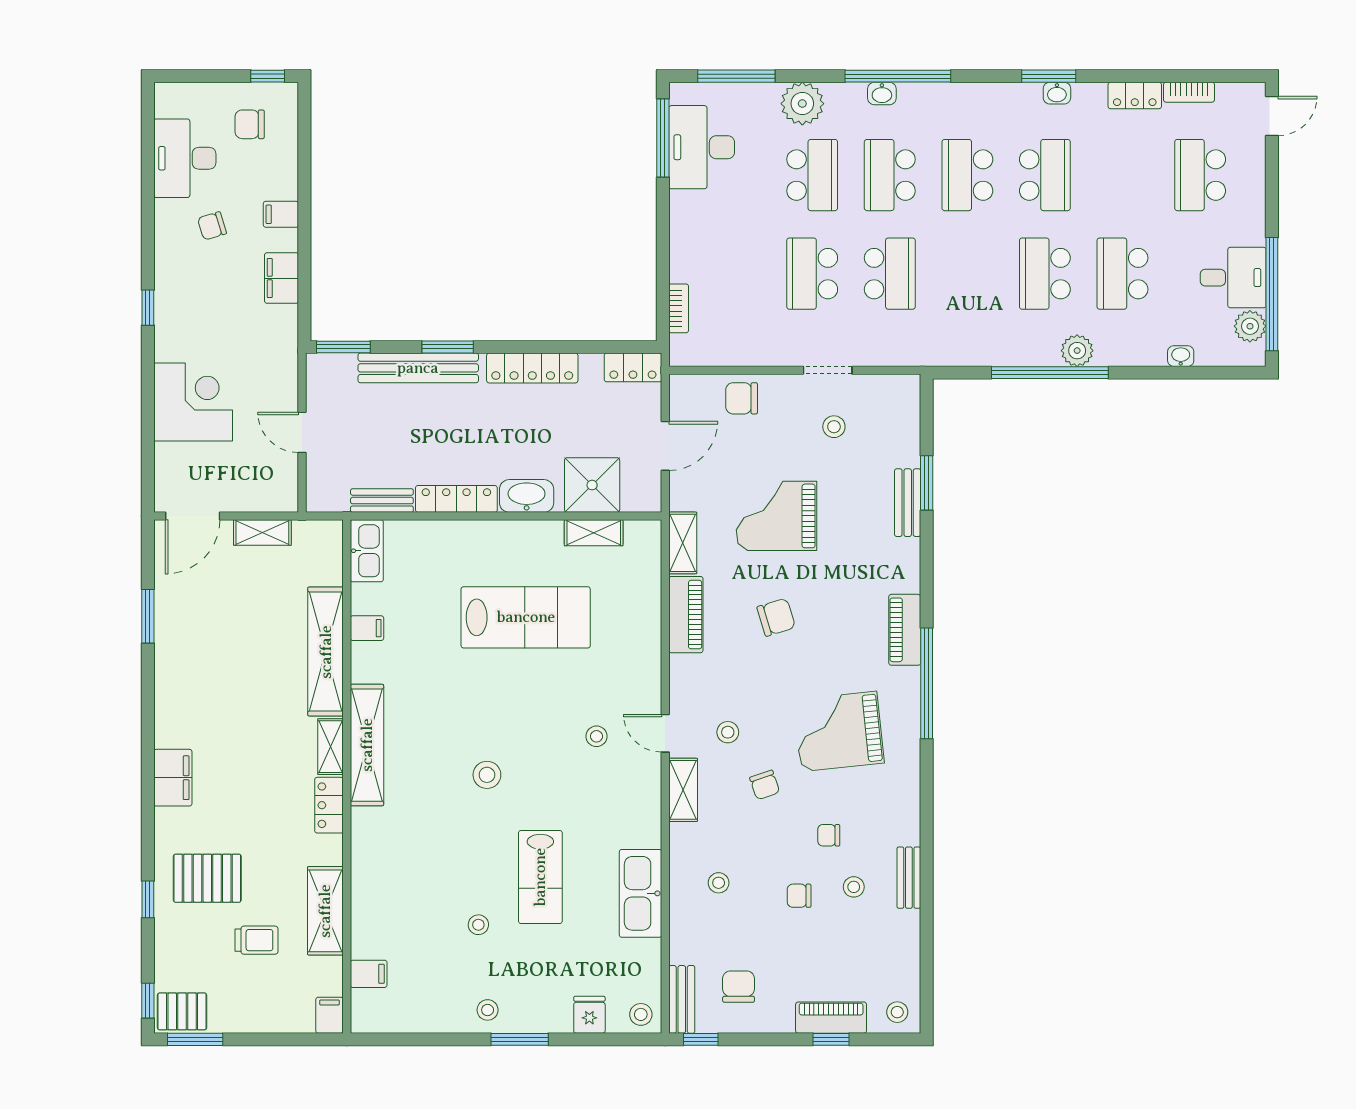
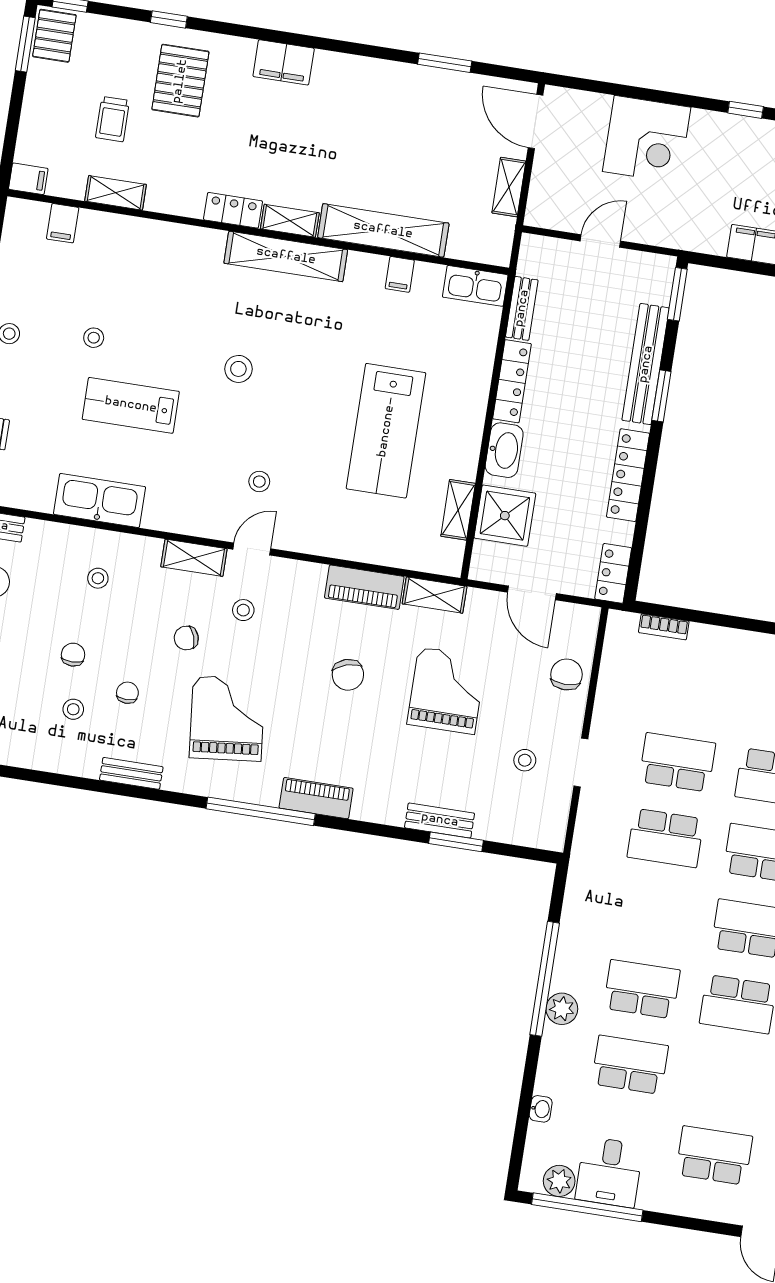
bench: (909, 878) -> (131, 773), moved
shelving: (325, 911) -> (116, 193), width x0.67, depth x0.75

